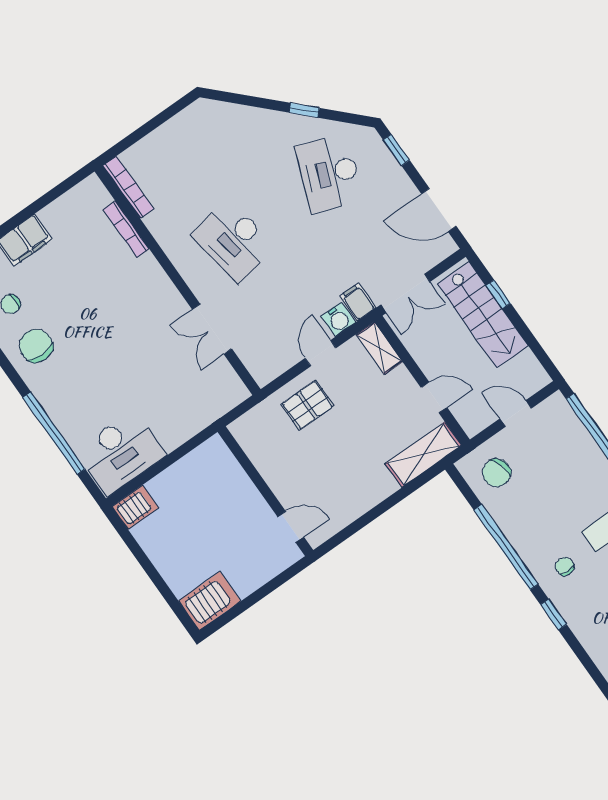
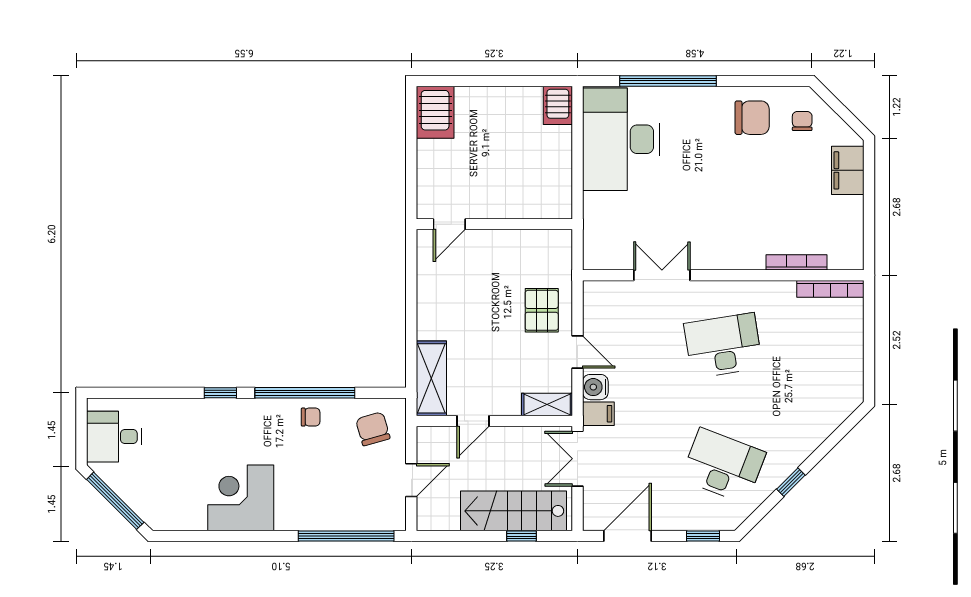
desk: (121, 453) -> (621, 139), width x1.36, depth x1.30
chair: (565, 566) -> (311, 417), moved

